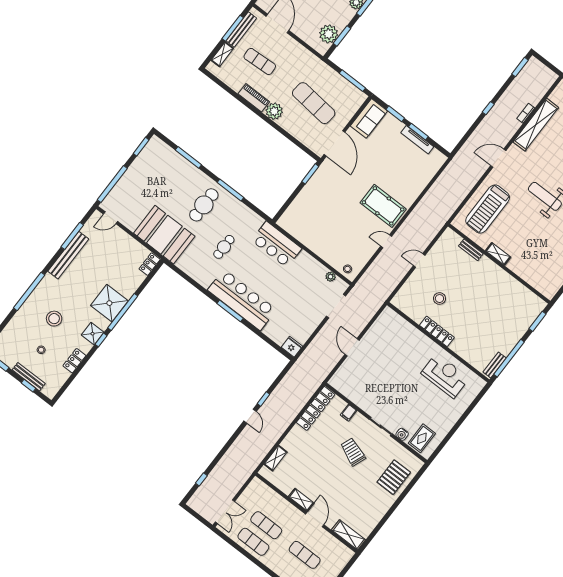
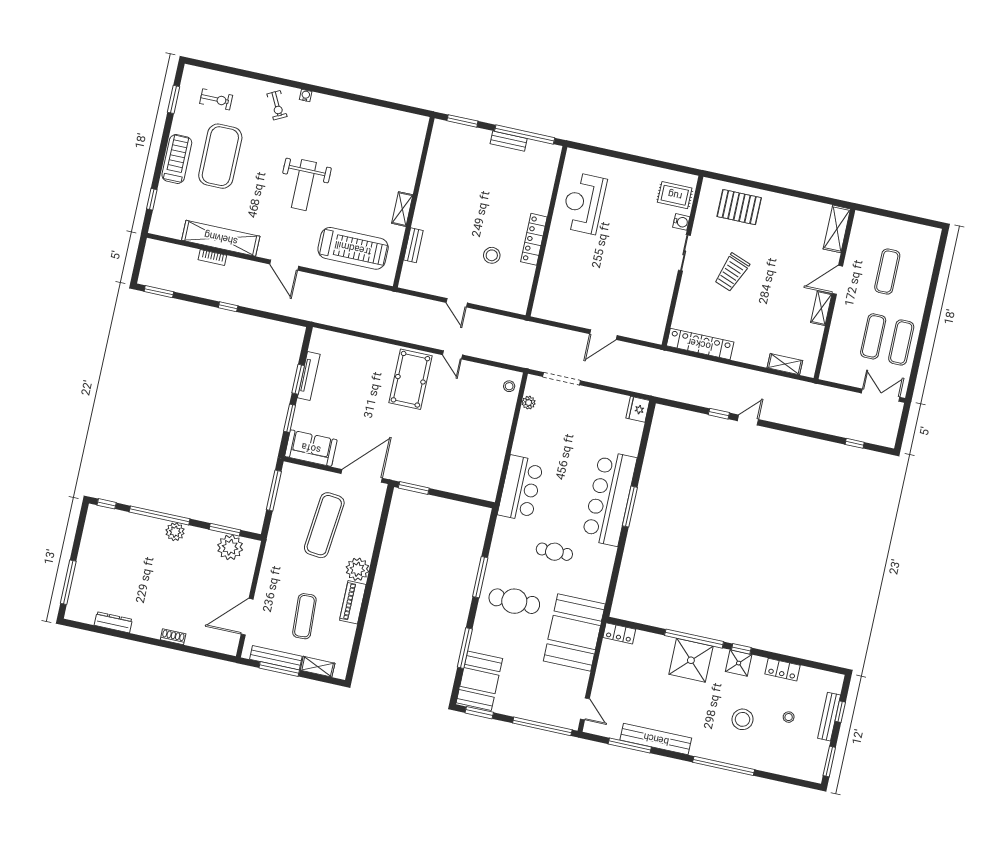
booth: (162, 157) -> (479, 681), added
bench: (495, 365) -> (509, 141), moved
filing cabinet: (349, 413) -> (686, 301), removed

